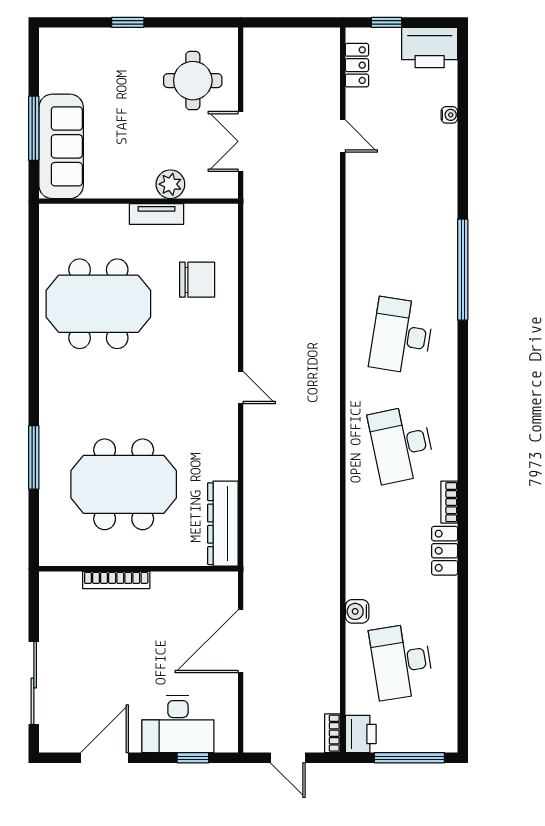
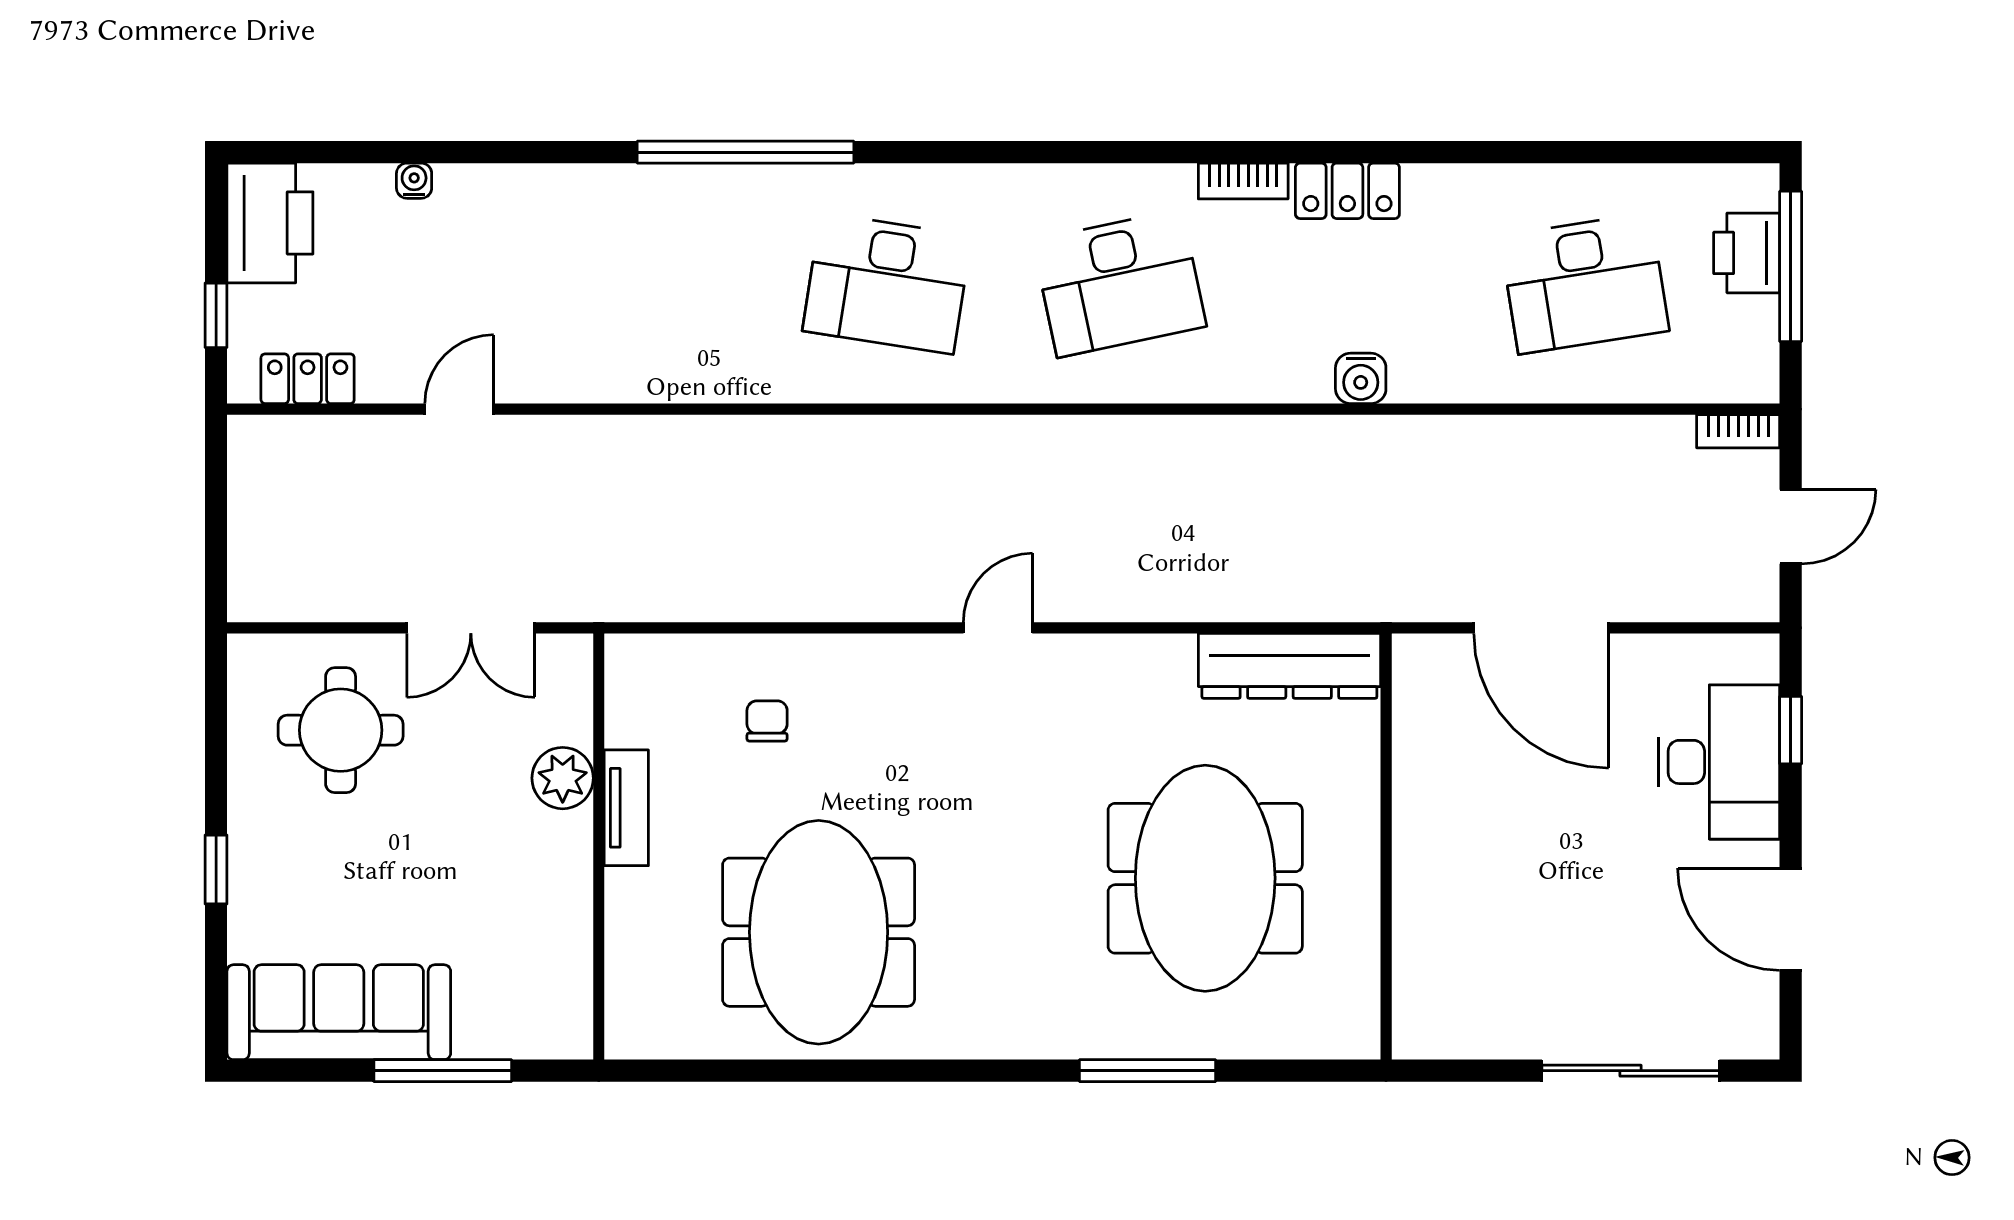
sofa: (61, 146) -> (339, 1012), moved
chair: (197, 280) -> (767, 721), width x0.54, depth x0.54
bookcase: (116, 580) -> (1410, 894), removed
water cooler: (357, 611) -> (1361, 378), moved
printer: (361, 734) -> (1747, 253), moved, turned -90

